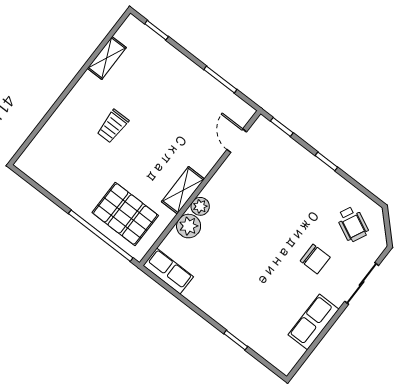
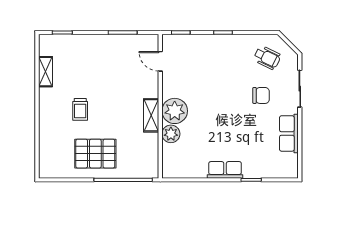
plant: (200, 206) -> (175, 111), width x1.88, depth x1.88
pallet: (125, 214) -> (95, 154), moved
row of seats: (168, 271) -> (225, 170), moved

